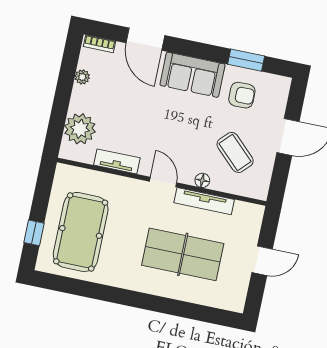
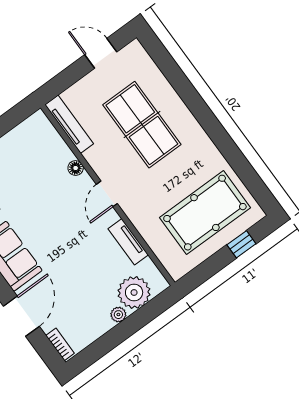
plant: (82, 77) -> (118, 315), moved
coffee table: (235, 152) -> (31, 167), removed
tv unit: (204, 201) -> (69, 124), moved
door: (262, 261) -> (101, 53), moved

